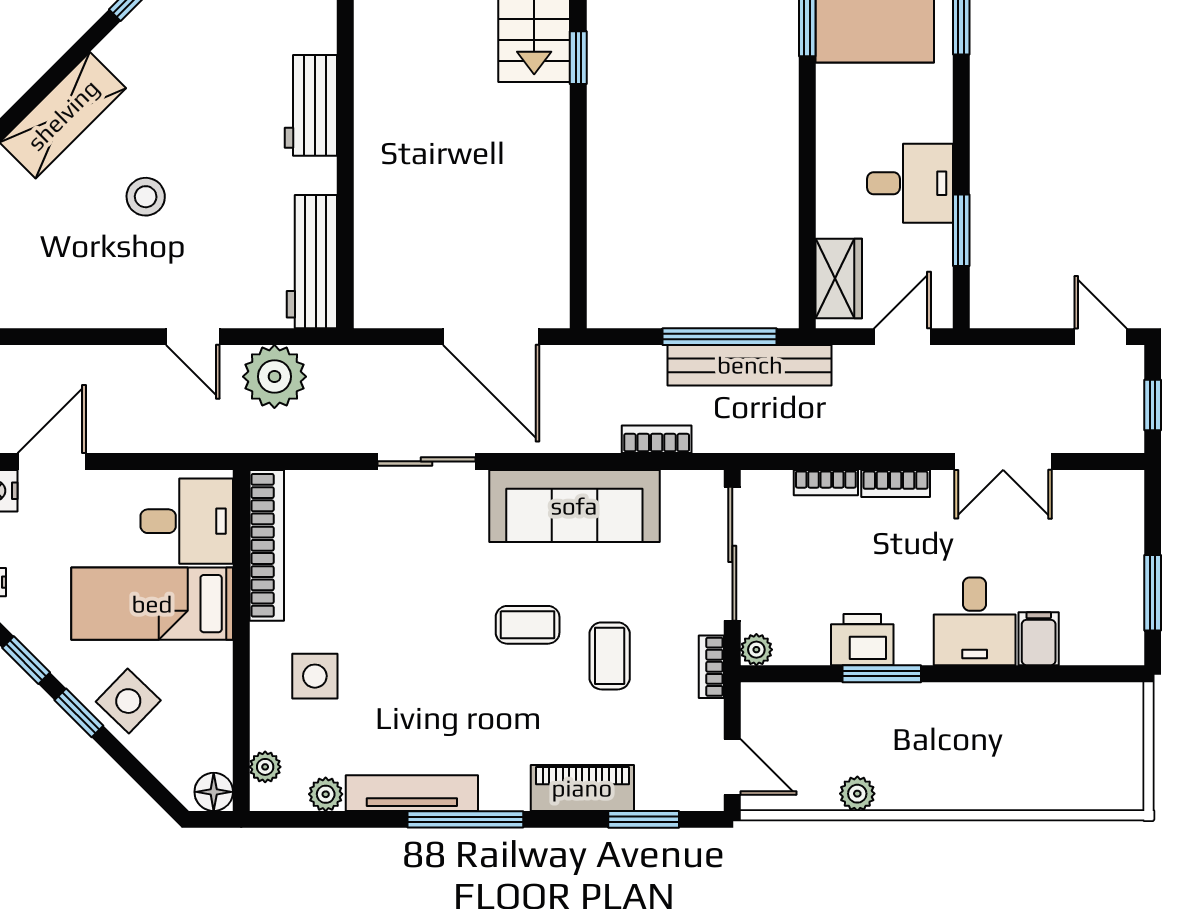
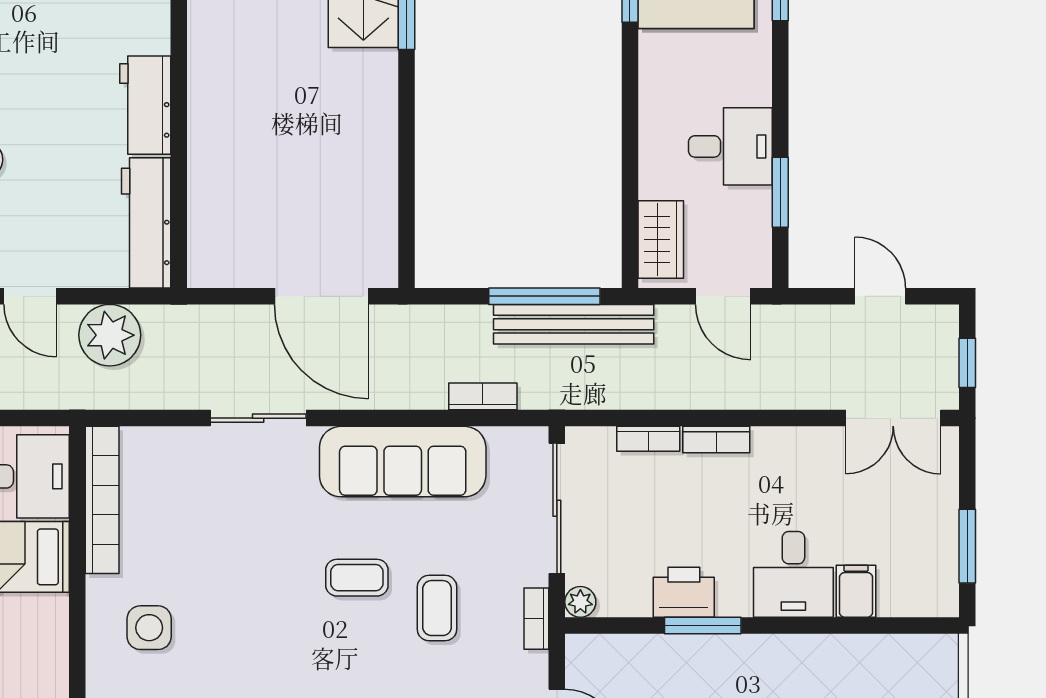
workbench: (311, 105) -> (145, 105), moved
door: (903, 337) -> (723, 296), swing flipped
door: (1100, 337) -> (880, 296), moved
double door: (1003, 461) -> (893, 418), moved

